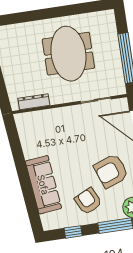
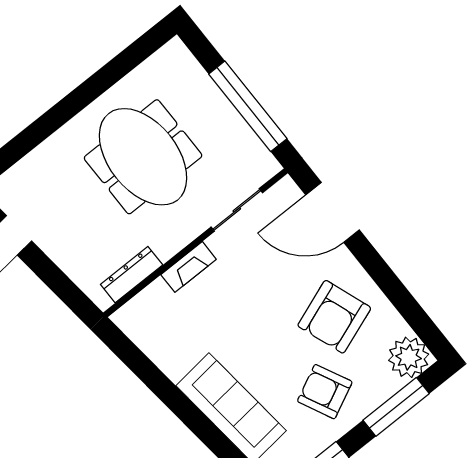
fireplace: (60, 113) -> (189, 267), added

